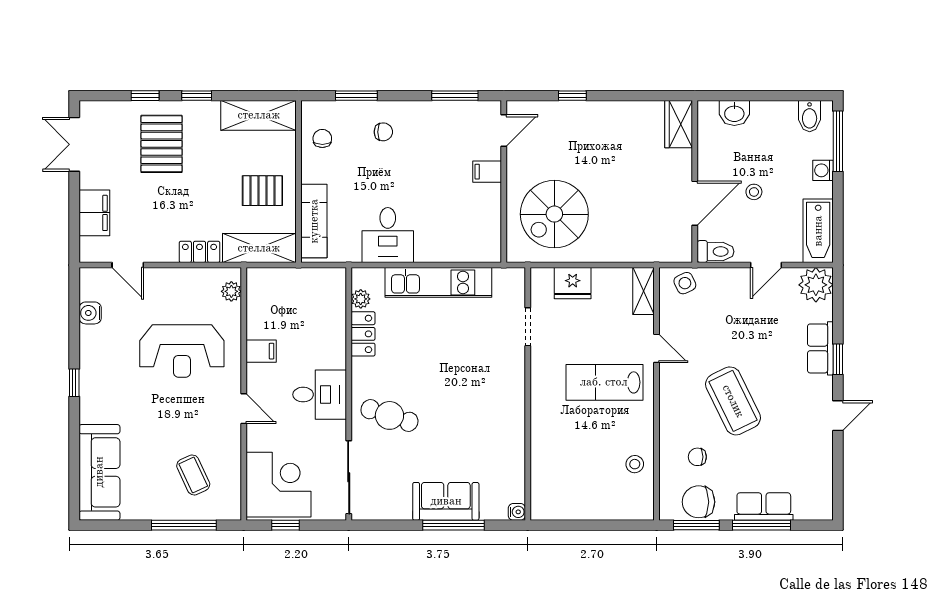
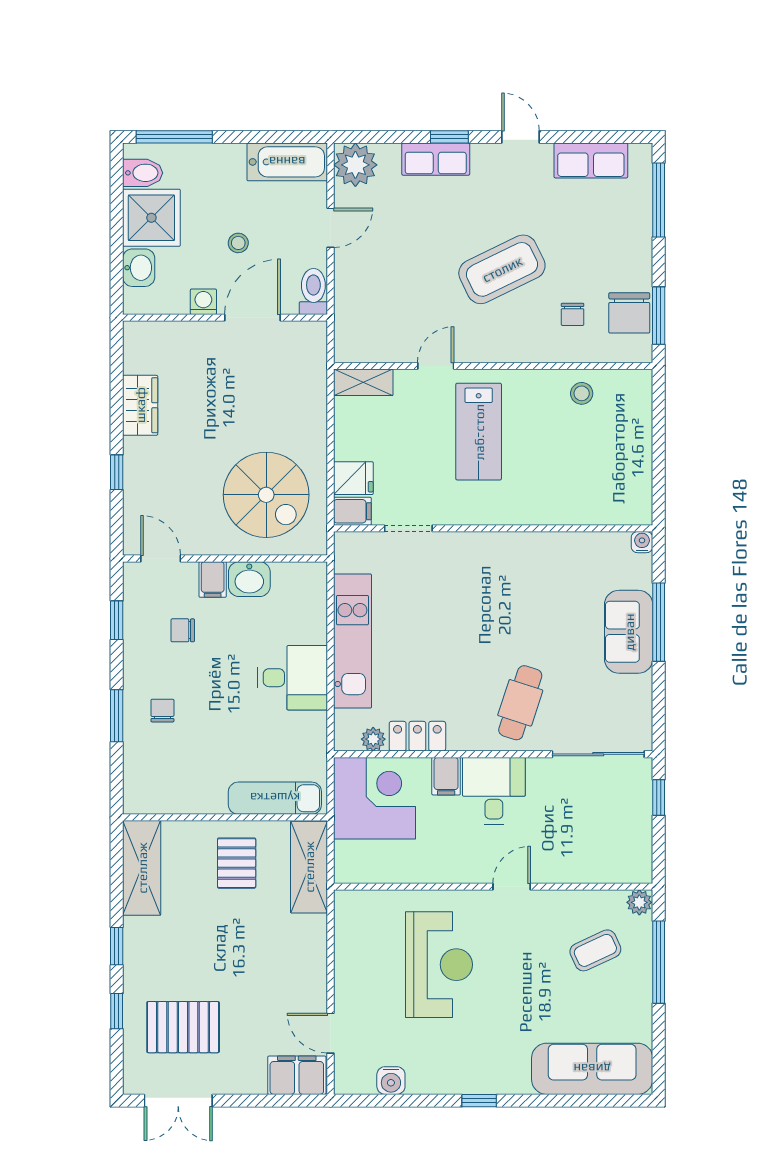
window: (356, 96) -> (117, 716), moved
window: (455, 96) -> (117, 620), width x0.67
shower: (774, 123) -> (151, 218), added
wardrobe: (679, 124) -> (140, 405), moved, turned -90
chair: (322, 138) -> (183, 630), moved
pallet: (162, 144) -> (183, 1027), moved
washing machine: (823, 170) -> (203, 302), moved, turned 180
washbasin: (488, 201) -> (249, 579), added
door: (695, 203) -> (252, 318), hinge flipped
filing cabinet: (94, 213) -> (297, 1075), moved
desk: (388, 235) -> (293, 678), moved
locker: (199, 252) -> (314, 943), removed
door: (128, 265) -> (330, 1033), swing flipped
door: (766, 265) -> (330, 228), hinge flipped
filing cabinet: (541, 282) -> (352, 511), added
fridge: (573, 283) -> (353, 478), width x0.72
side table: (685, 283) -> (353, 330), removed
plant: (231, 291) -> (639, 902), moved
filing cabinet: (261, 351) -> (446, 776), moved, turned 180
corner desk: (279, 485) -> (374, 798), moved, turned 90
row of seats: (764, 507) -> (591, 160), moved, turned -90
window: (285, 525) -> (659, 797), moved
window: (761, 525) -> (659, 200), moved

